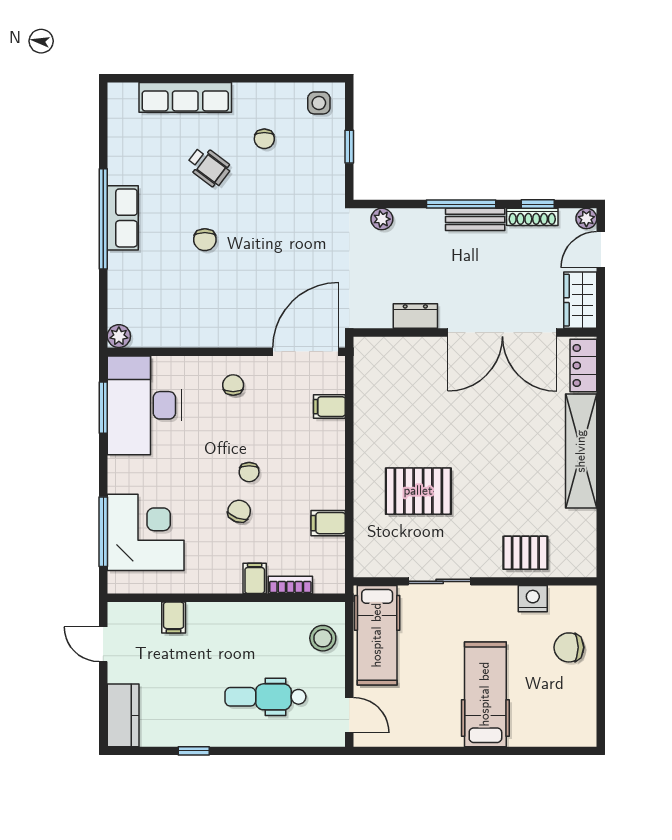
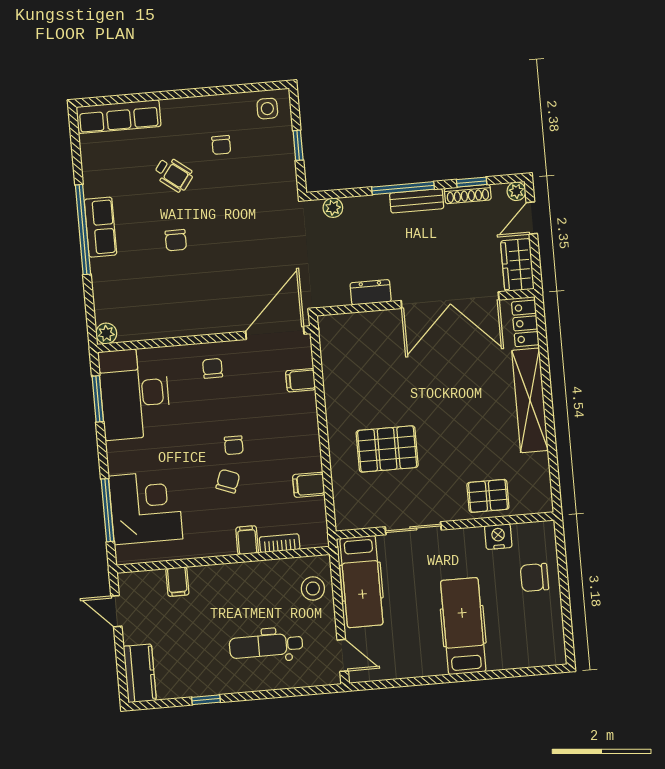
row of seats: (185, 97) -> (119, 117), moved

